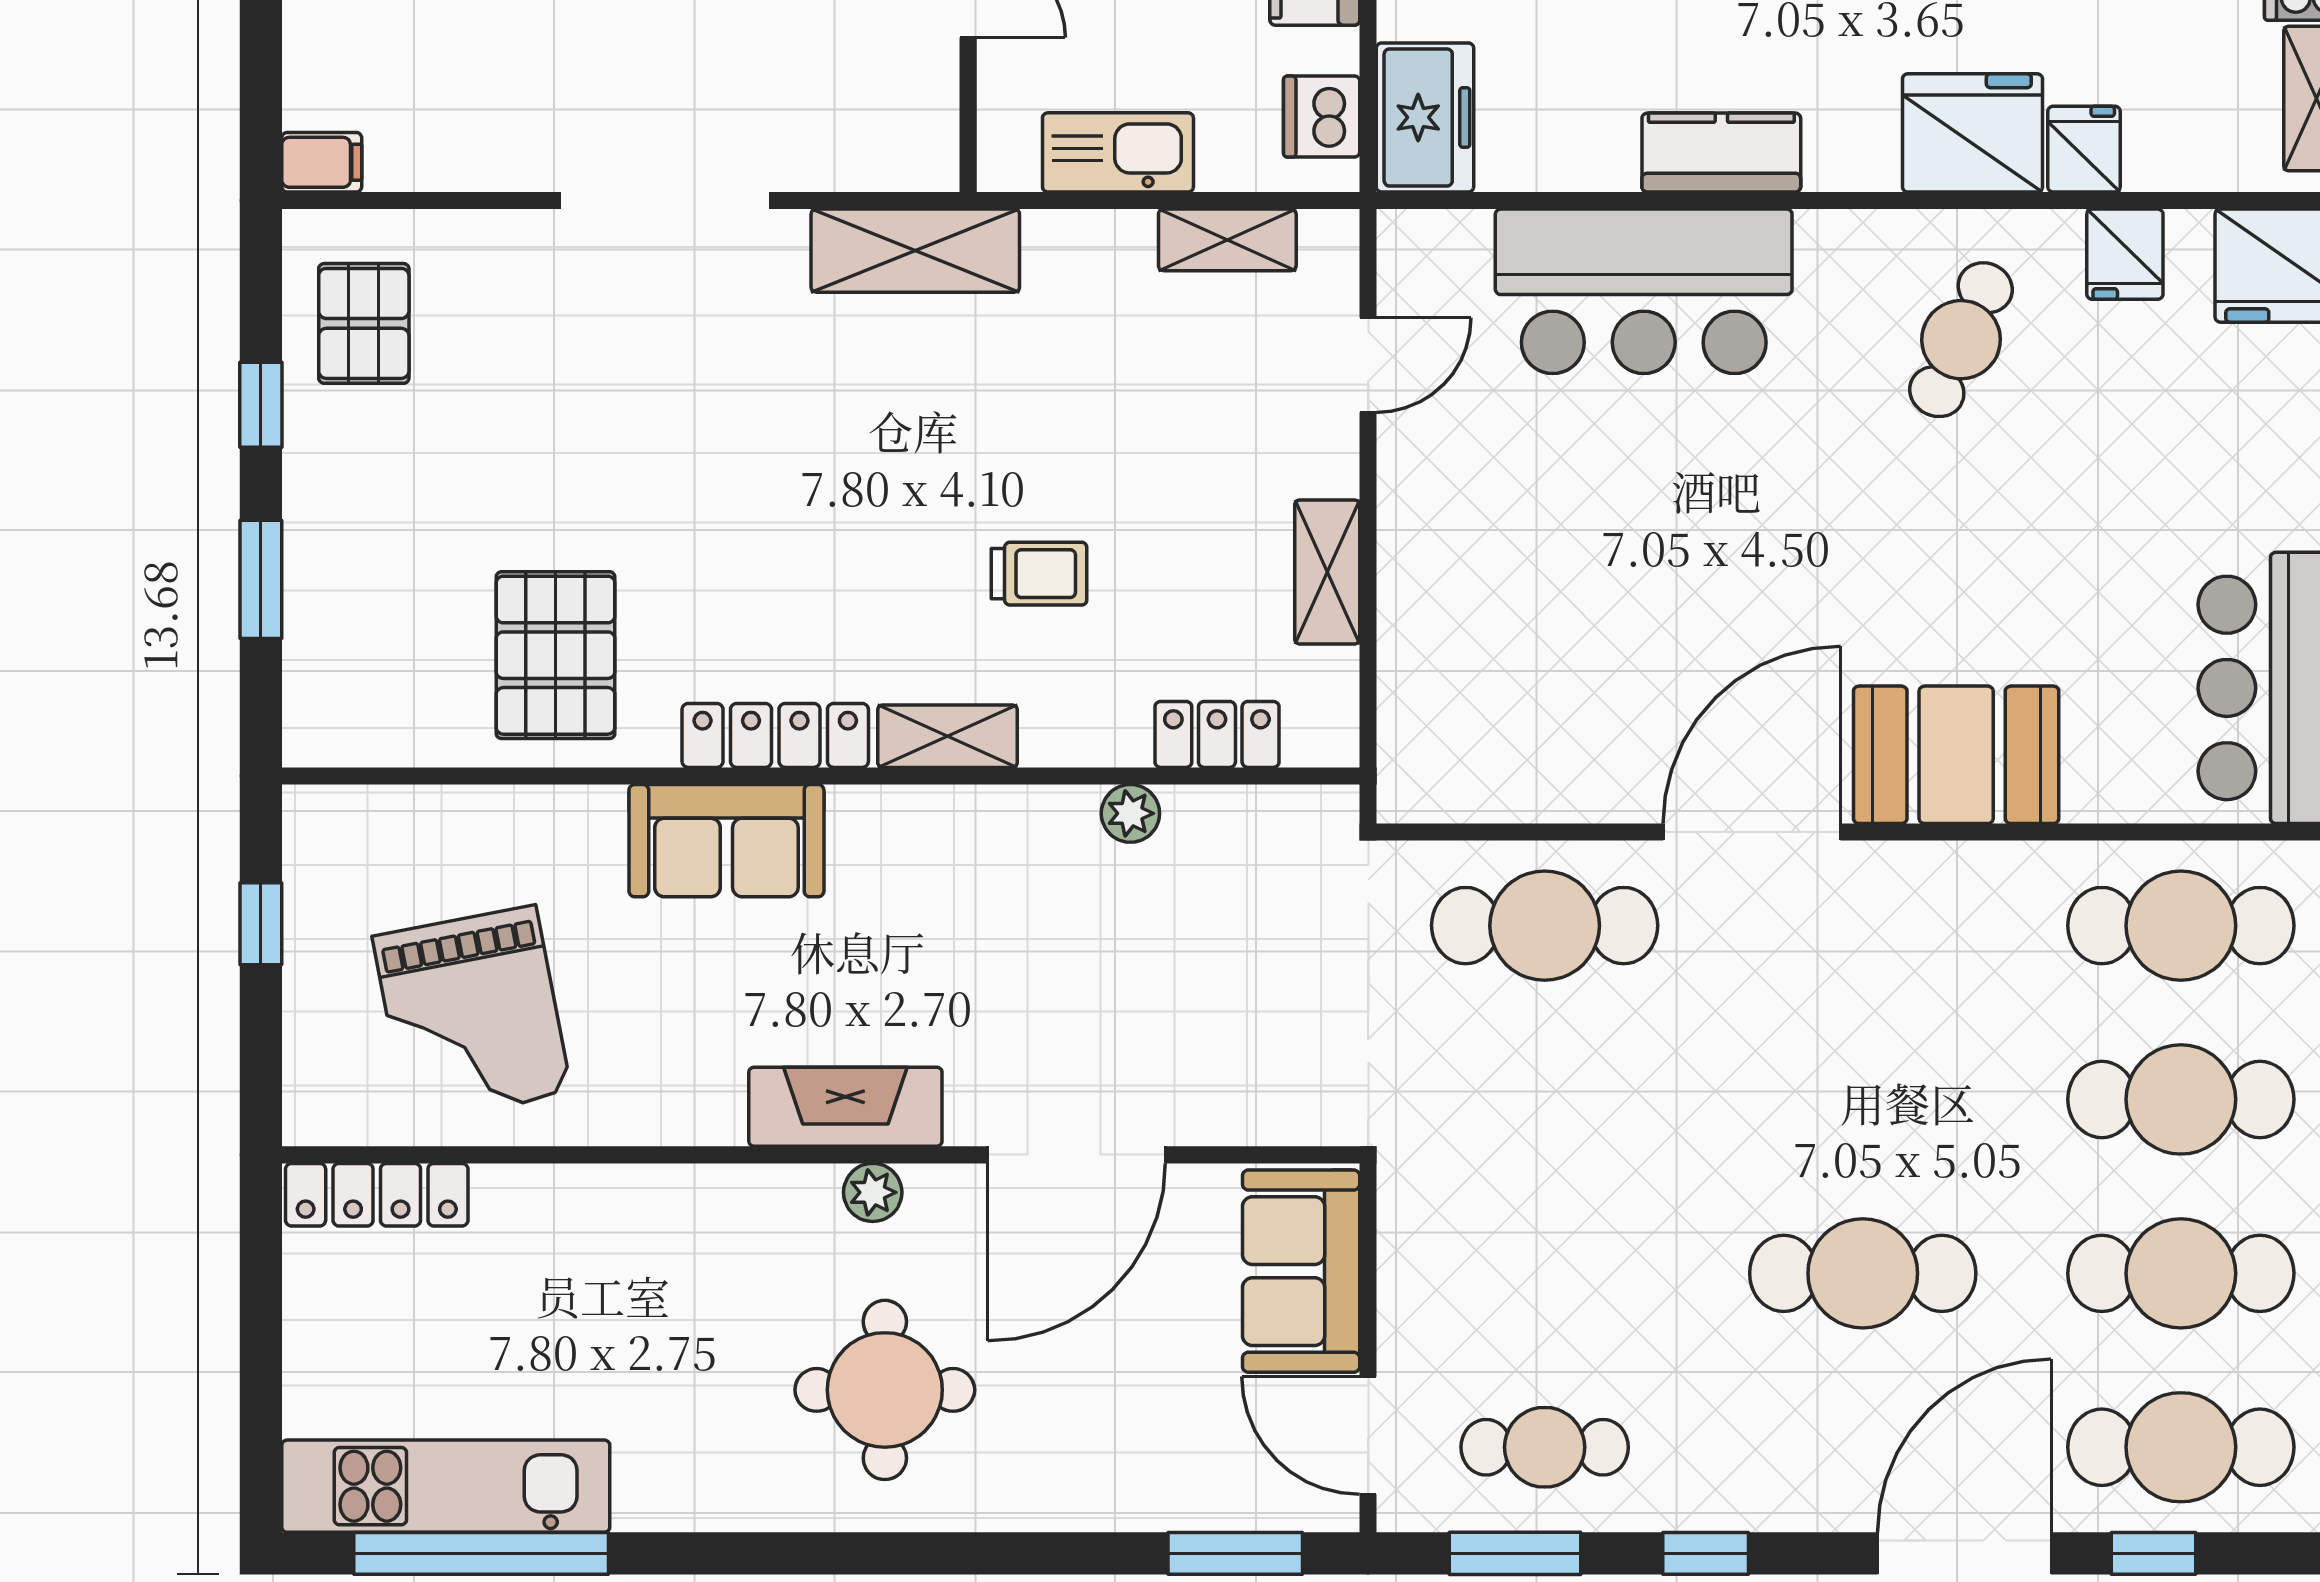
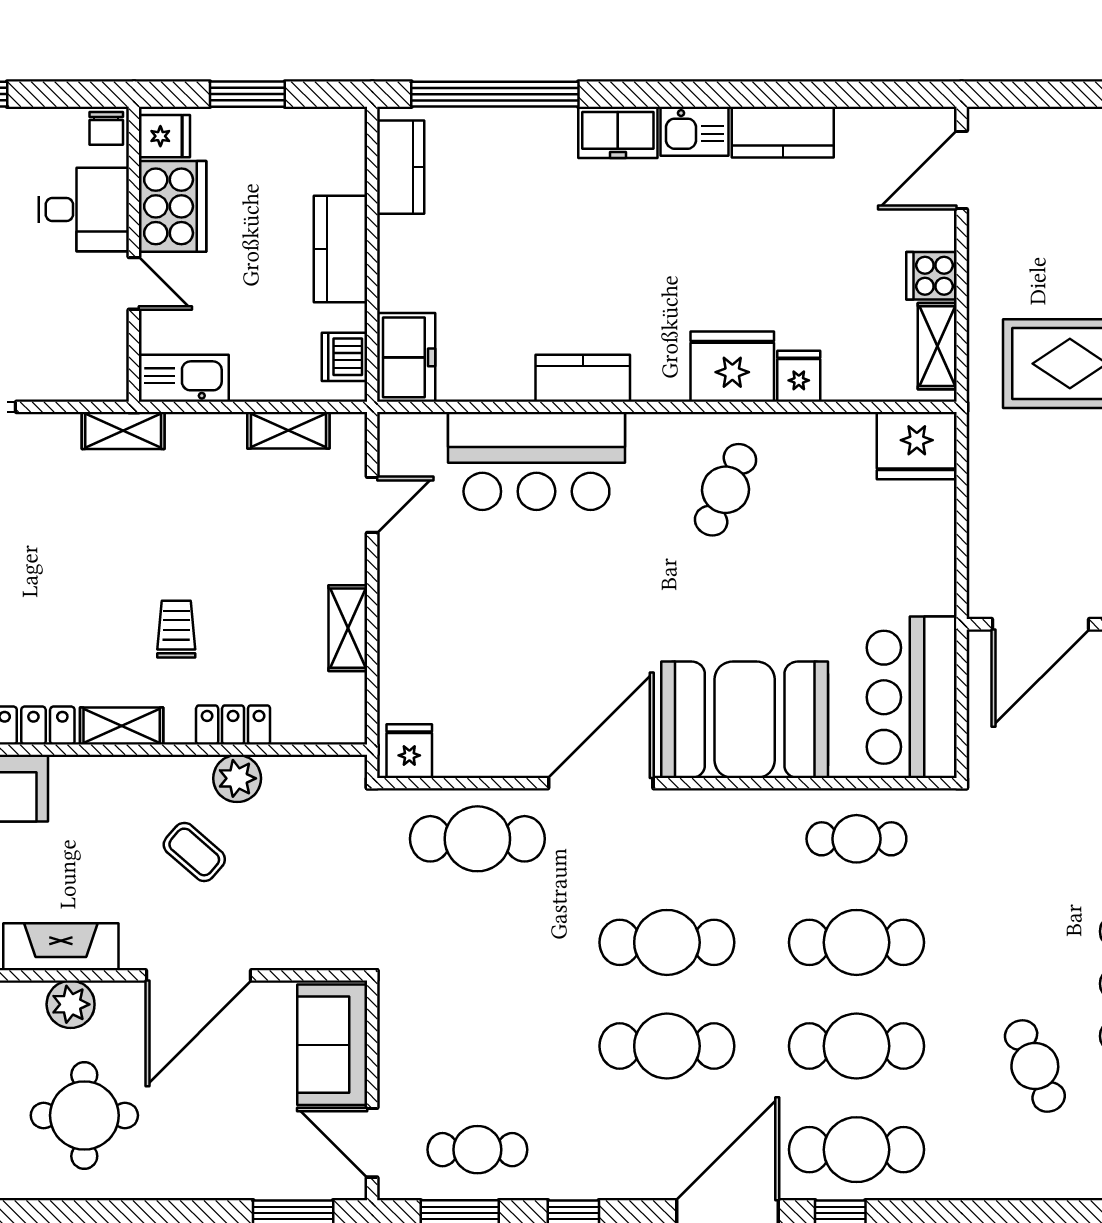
kitchen sink: (1118, 152) -> (184, 378), moved
shelving: (915, 251) -> (123, 430), width x0.67, depth x0.75
fridge: (2125, 254) -> (409, 751), moved, turned 180
trolley: (1039, 574) -> (176, 629), turned -90
locker: (1217, 734) -> (233, 725), moved
booth: (1956, 755) -> (745, 720), width x1.36, depth x1.42
plant: (1130, 813) -> (237, 778), width x1.38, depth x1.38
cafe table: (2181, 926) -> (856, 839), width x0.73, depth x0.74
coffee table: (1069, 948) -> (194, 852), added
cafe table: (1863, 1099) -> (667, 942), added
plant: (873, 1192) -> (71, 1004), width x1.38, depth x1.38

